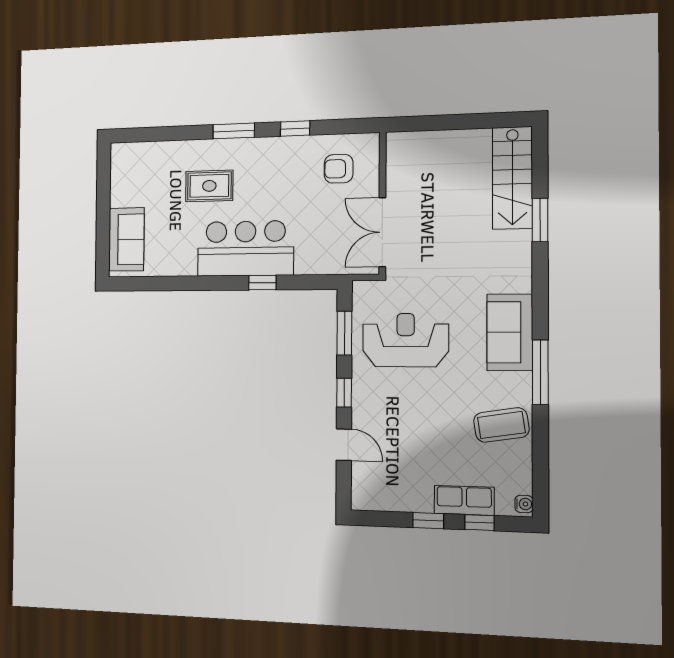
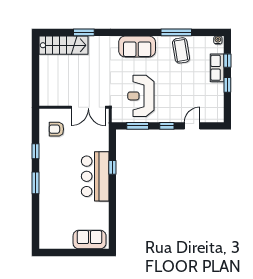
armchair: (339, 169) -> (56, 129), turned 90
rug: (209, 186) -> (63, 195), removed
window: (540, 372) -> (176, 32), moved

